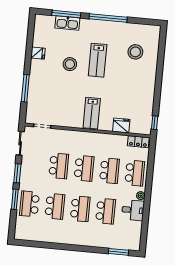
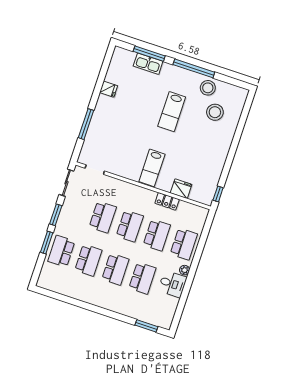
stool: (70, 64) -> (208, 88), moved
locker: (138, 142) -> (167, 201), moved

